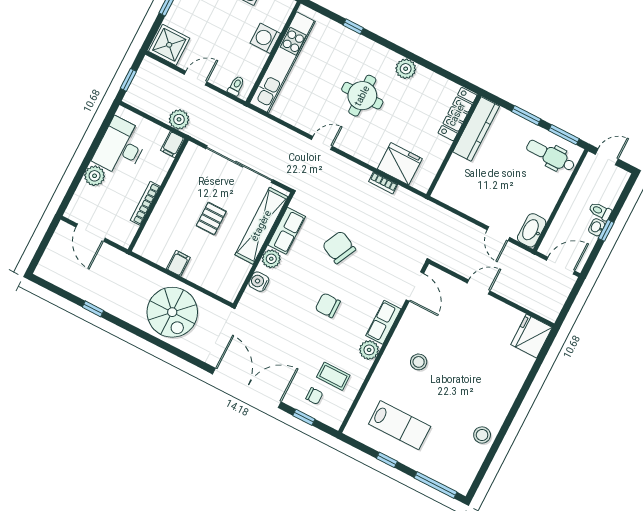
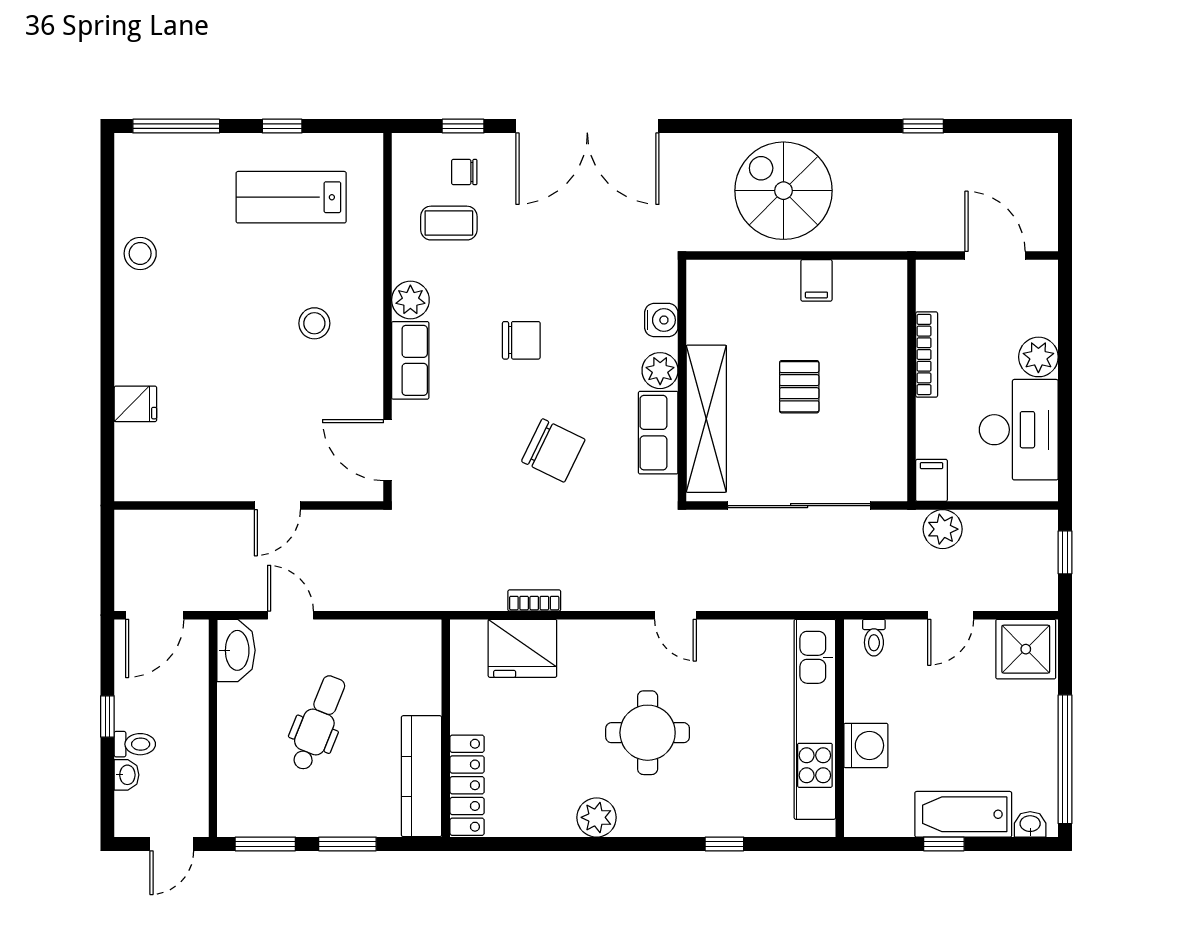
door: (322, 143) -> (675, 615), hinge flipped
dental chair: (551, 156) -> (318, 723), moved, turned -68
washbasin: (597, 227) -> (127, 775), moved
fridge: (531, 336) -> (135, 404), moved, width x0.53, depth x0.75

